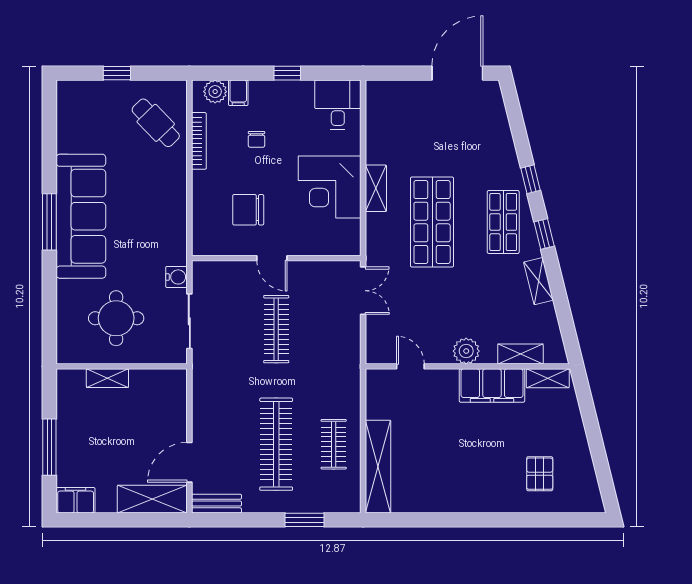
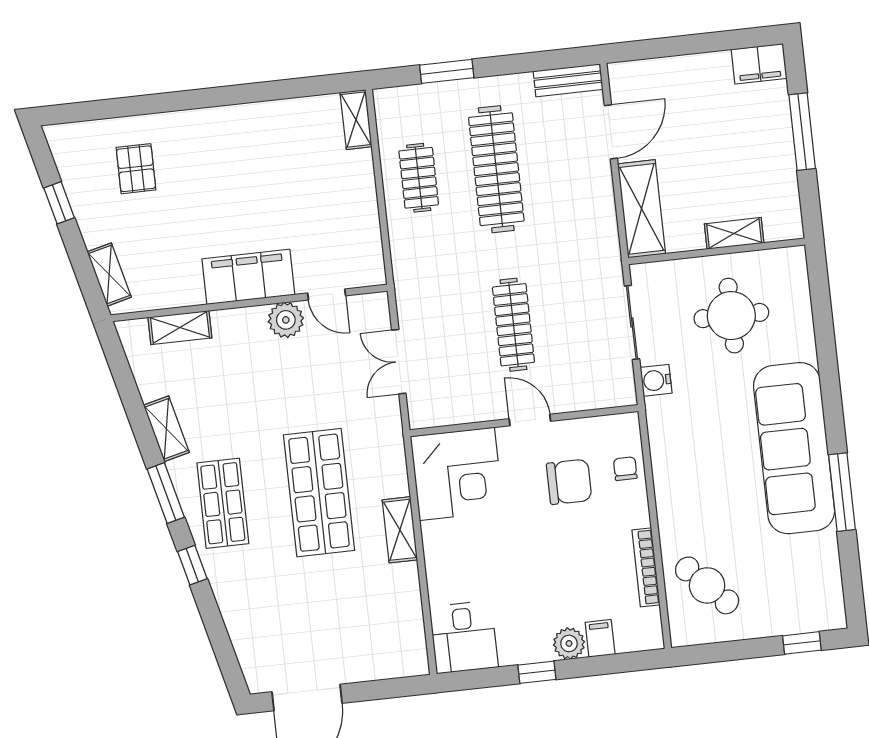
window: (117, 73) -> (802, 643), moved
plant: (215, 92) -> (569, 643), moved
chair: (256, 139) -> (625, 469), moved
corner desk: (330, 187) -> (457, 474), moved, turned 90
window: (49, 222) -> (842, 492), moved
window: (544, 234) -> (166, 493), width x1.50
double door: (363, 291) -> (399, 362), moved
plant: (466, 351) -> (286, 320), moved
shelving: (548, 378) -> (109, 275), moved, turned 76
filing cabinet: (492, 386) -> (248, 277), moved
window: (599, 455) -> (59, 203), added
shelving: (378, 467) -> (356, 120), width x0.45, depth x0.75
shelving: (152, 499) -> (642, 209), moved, turned 90

